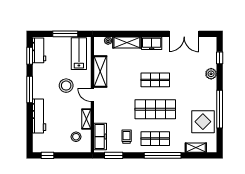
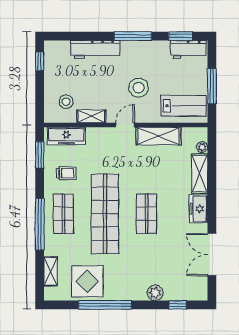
shop shelf: (155, 109) -> (105, 214), width x1.40

